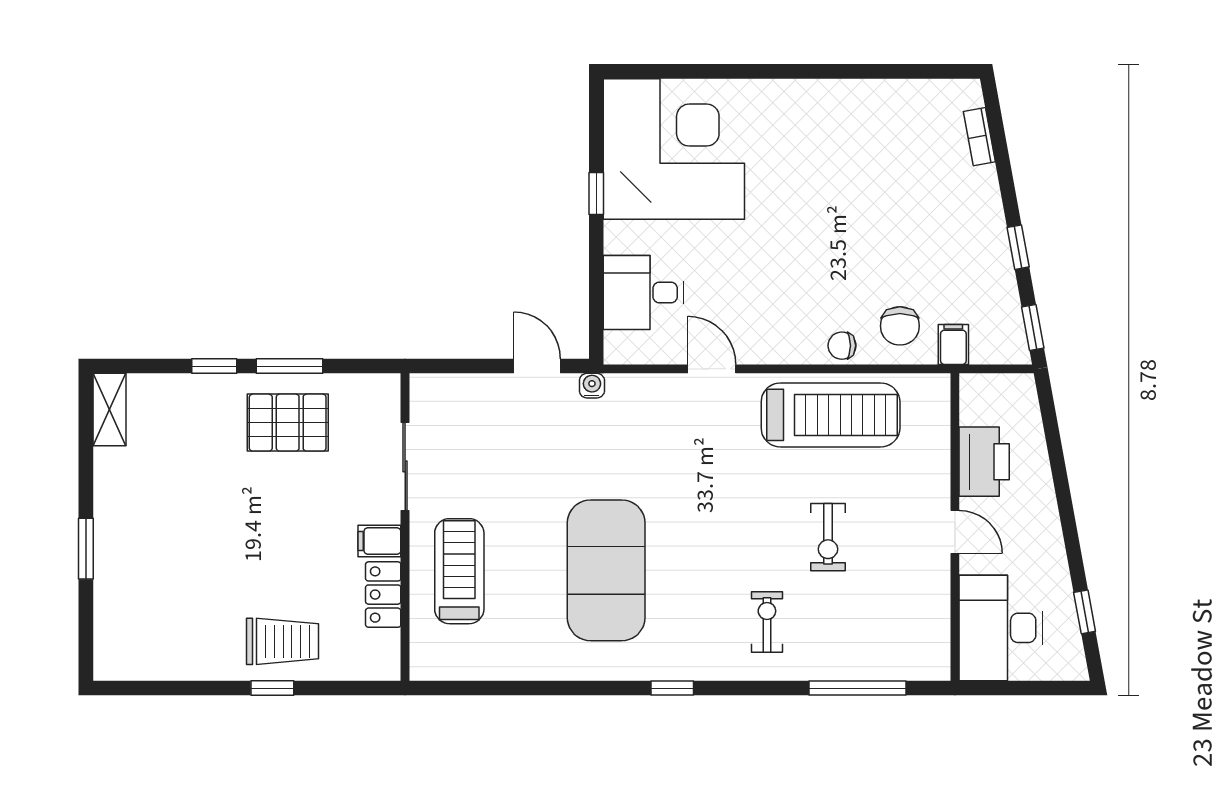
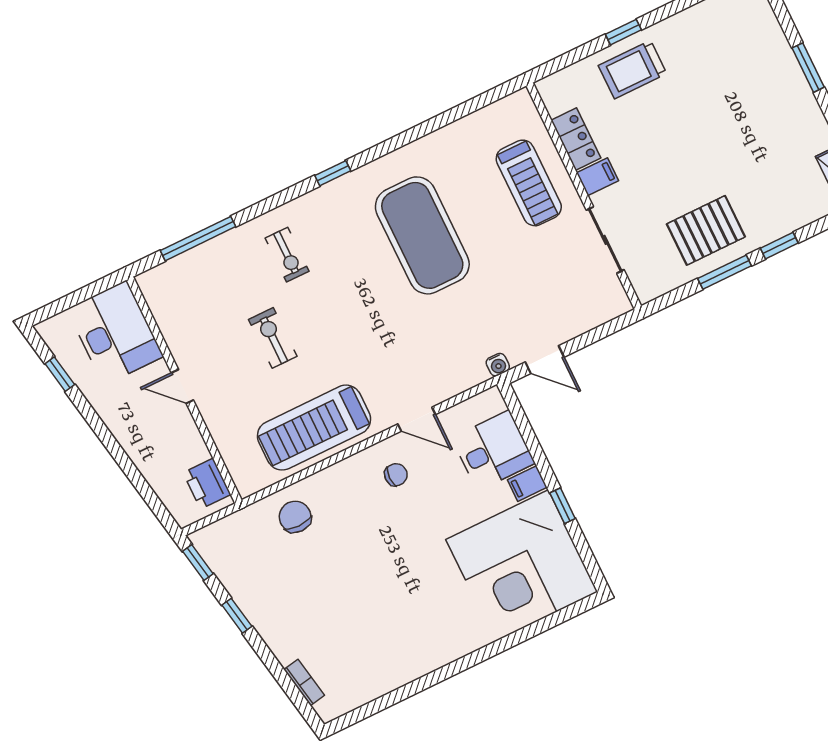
filing cabinet: (953, 344) -> (527, 484), moved, turned 90
chair: (842, 346) -> (396, 475), moved
printer: (984, 462) -> (207, 484), moved, width x0.73, depth x0.84

